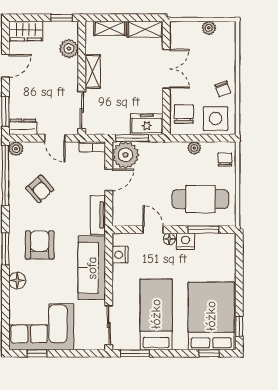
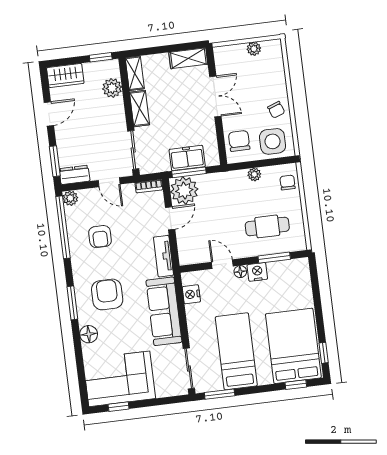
shelving: (110, 28) -> (135, 73), moved, turned 90
freezer: (147, 124) -> (187, 158), moved
armchair: (40, 189) -> (100, 237), turned 41
cafe table: (200, 199) -> (267, 226), width x0.73, depth x0.74

